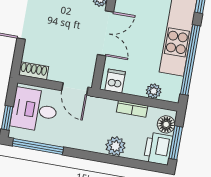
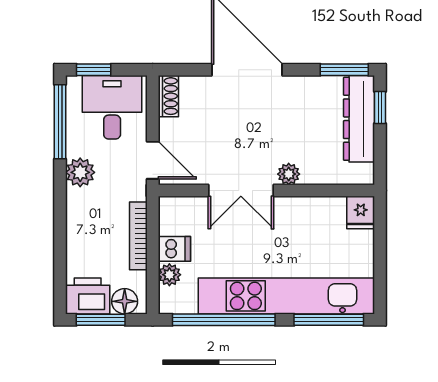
dishwasher: (115, 81) -> (174, 249), moved
door: (75, 89) -> (153, 160), swing flipped
bookcase: (132, 109) -> (138, 236), width x1.56
plant: (115, 146) -> (80, 172), moved

